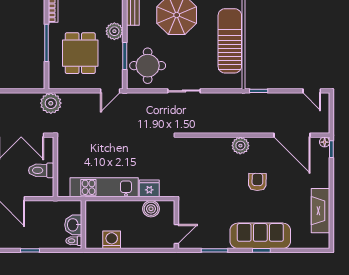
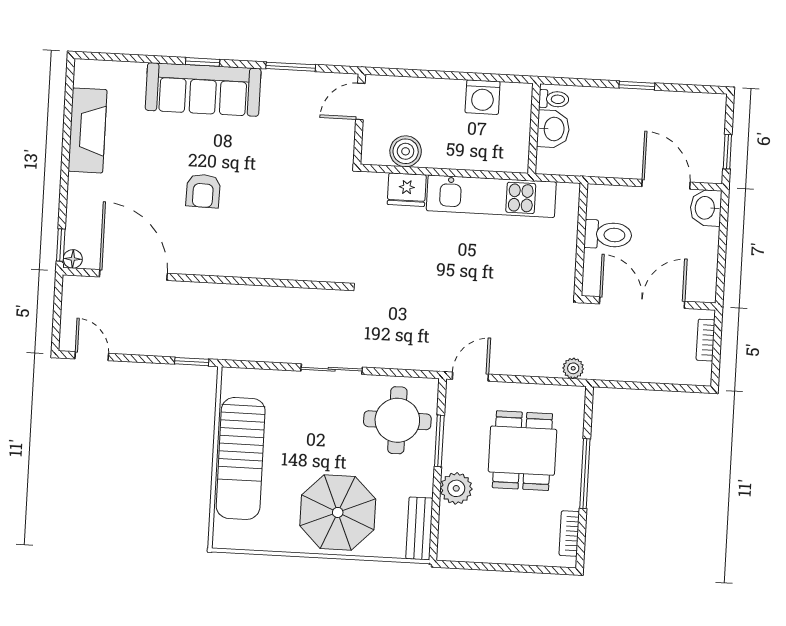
plant: (51, 103) -> (573, 368), width x0.53, depth x0.53
plant: (240, 146) -> (231, 261), removed

